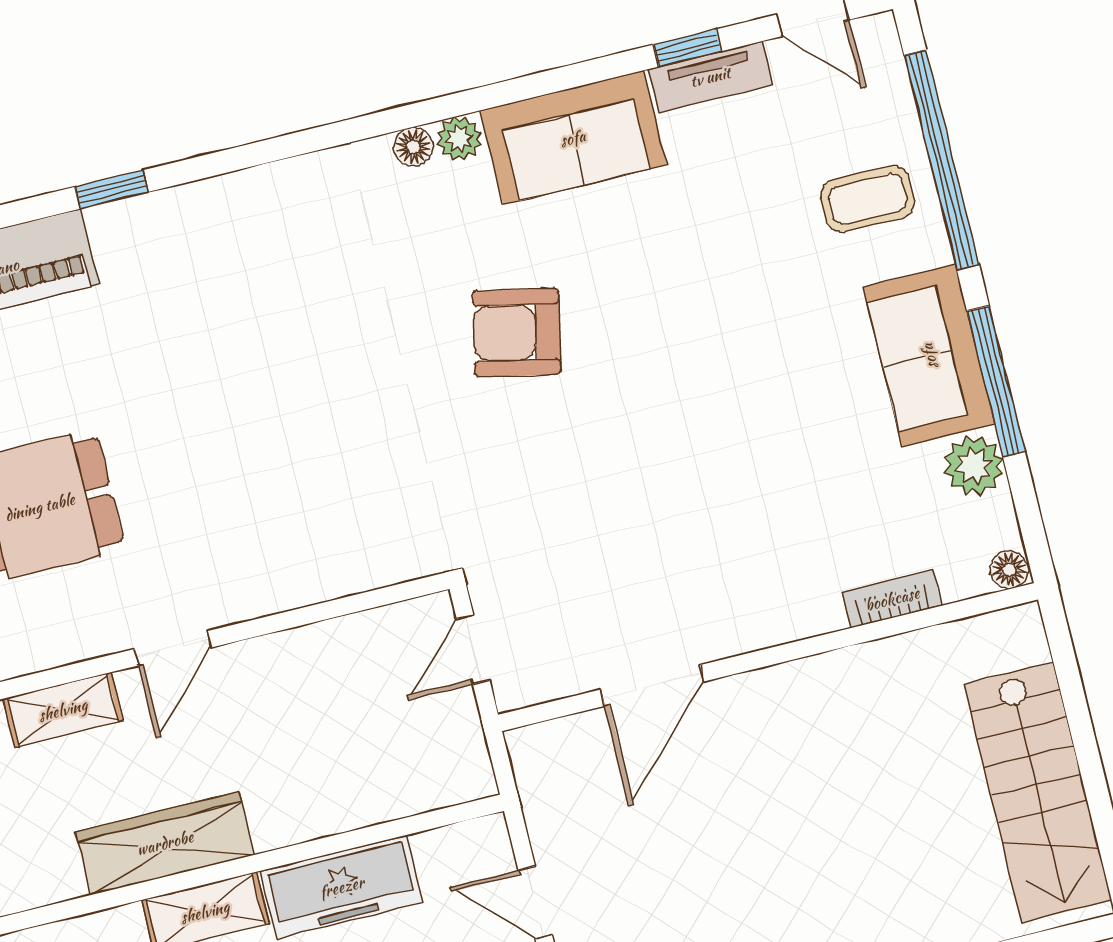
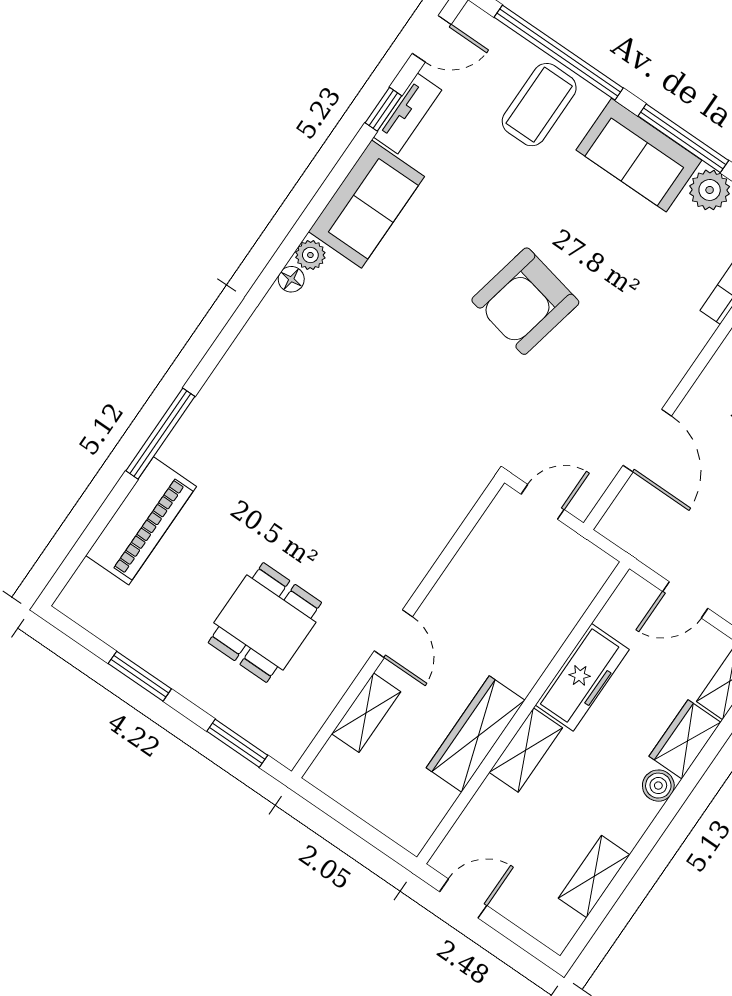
window: (111, 189) -> (160, 434), width x2.17
coffee table: (868, 199) -> (539, 105), width x1.36, depth x1.30
armchair: (517, 333) -> (525, 301), moved, width x1.36, depth x1.36
door: (473, 649) -> (543, 502), swing flipped

